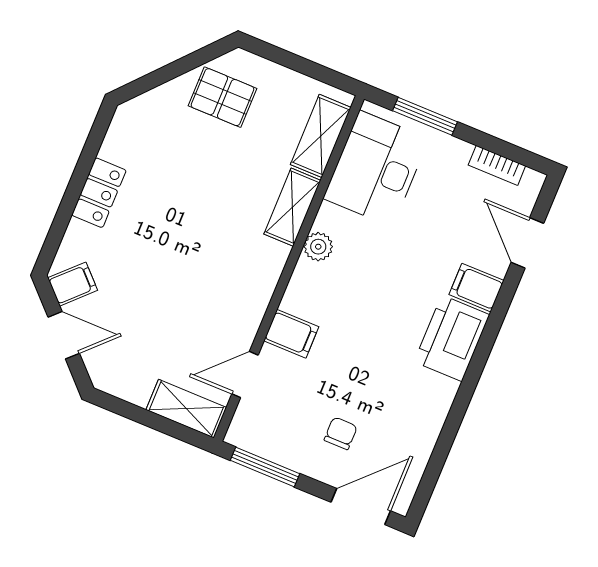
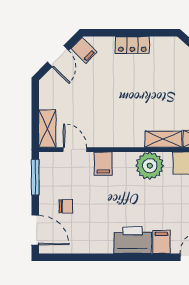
plant: (318, 247) -> (150, 166), width x1.87, depth x1.87

